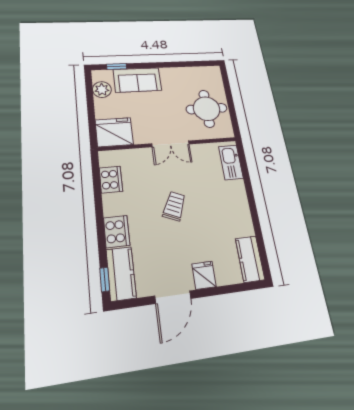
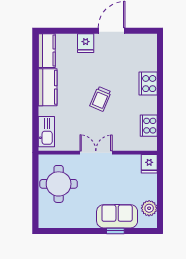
window: (117, 67) -> (115, 231), moved
fridge: (114, 132) -> (149, 164), width x0.53, depth x0.75
kitchen counter: (121, 274) -> (48, 87), moved, turned 180
window: (105, 279) -> (160, 50), removed

